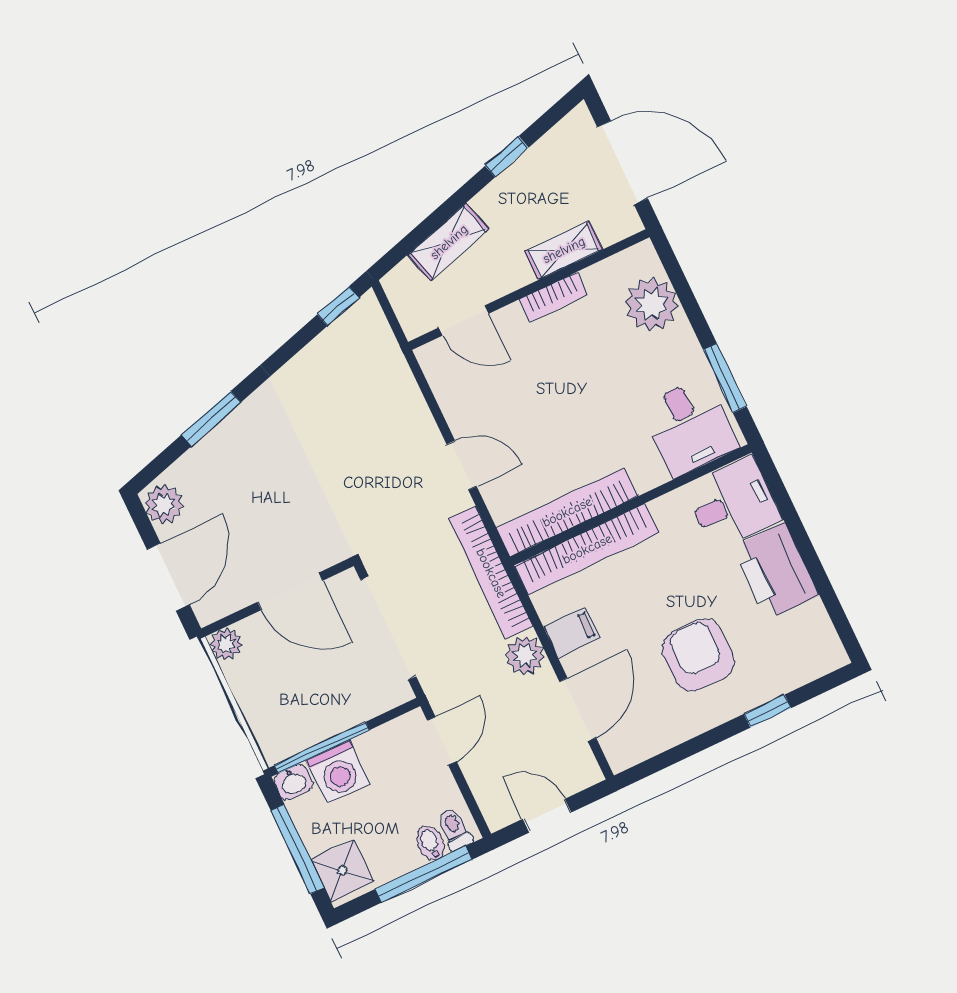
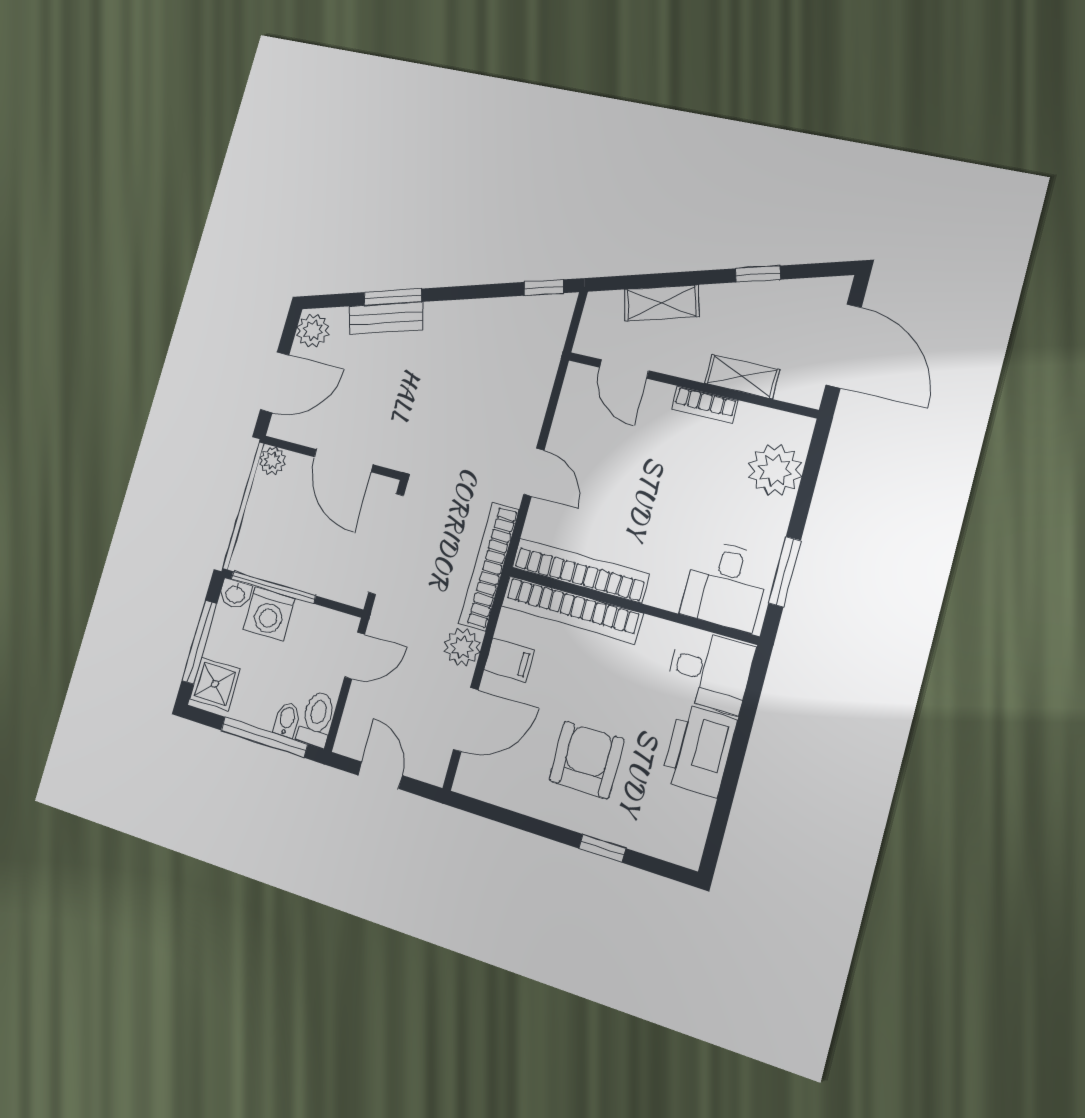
bench: (221, 441) -> (386, 318), added
toilet: (454, 829) -> (317, 719), width x1.37, depth x1.39

